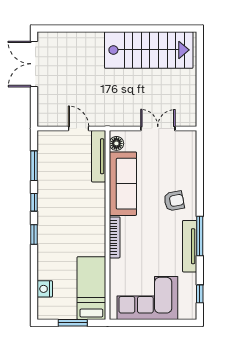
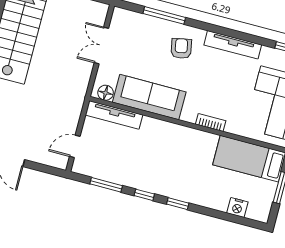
door: (79, 129) -> (75, 146), moved
window: (200, 236) -> (164, 15), moved
bookcase: (115, 237) -> (211, 123), width x0.64

